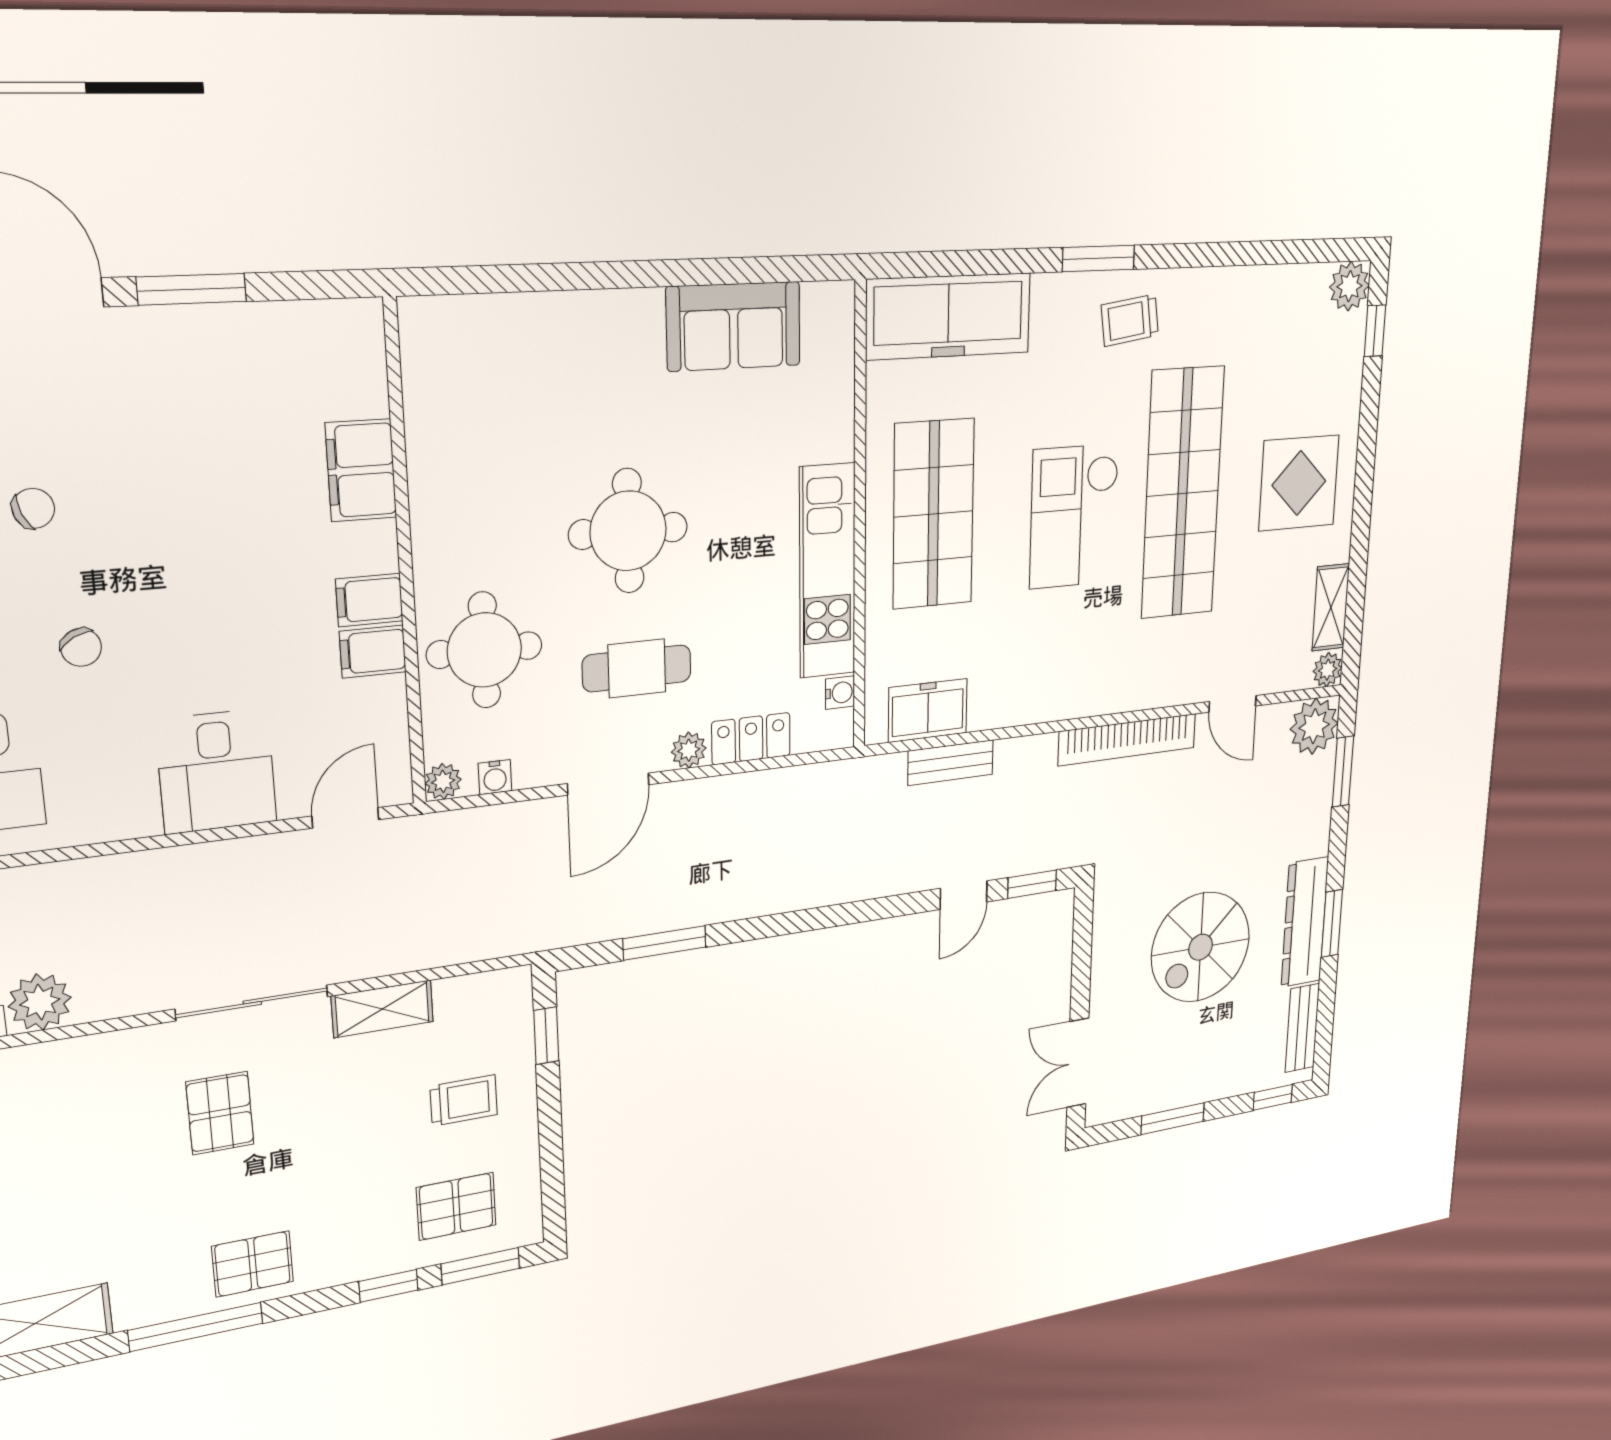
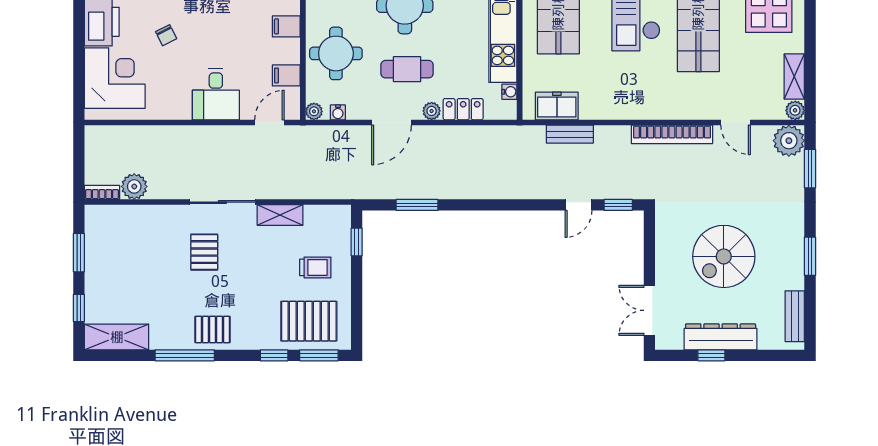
filing cabinet: (373, 652) -> (286, 75), moved
dresser: (1305, 922) -> (721, 337), moved, turned 90
window: (1273, 1097) -> (778, 355), removed
window: (1173, 1119) -> (711, 355), width x0.67
pallet: (456, 1206) -> (309, 321), width x1.50, depth x1.42

